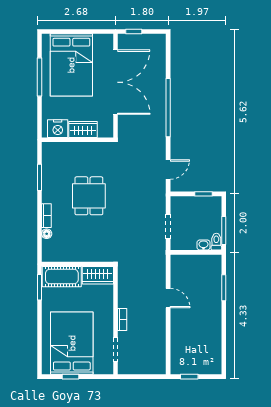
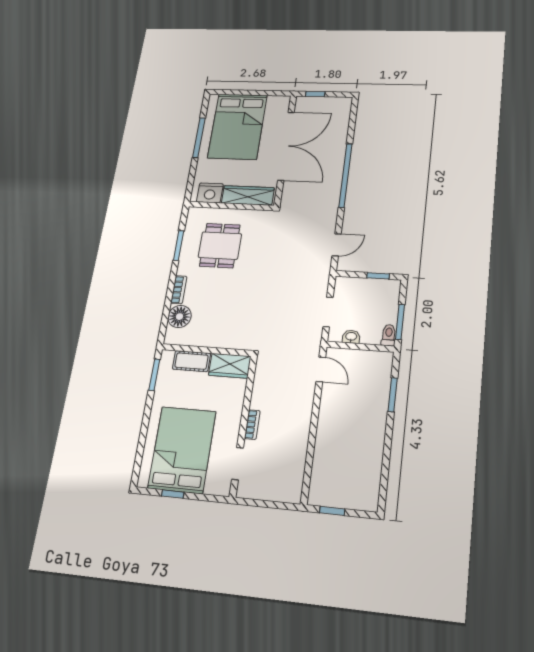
wardrobe: (83, 129) -> (248, 195), width x1.50
dining table: (89, 196) -> (220, 246), moved
floor lamp: (47, 234) -> (179, 317), width x1.89, depth x1.89
washbasin: (204, 245) -> (351, 337), moved
cot: (62, 277) -> (191, 361), width x0.73, depth x0.75
door: (168, 298) -> (321, 369), moved

